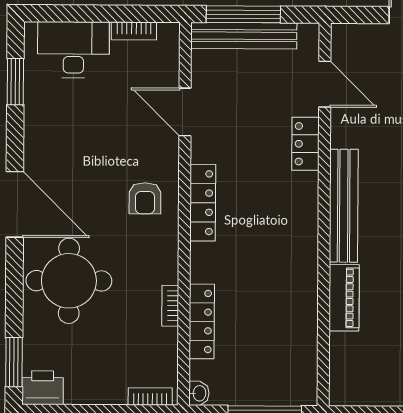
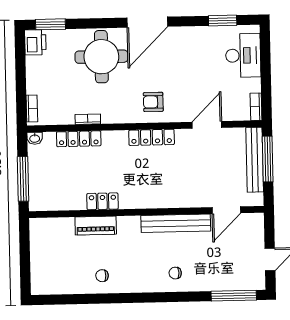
bookcase: (134, 31) -> (256, 107), moved
locker: (306, 144) -> (102, 201), moved
bench: (344, 206) -> (176, 223), moved

